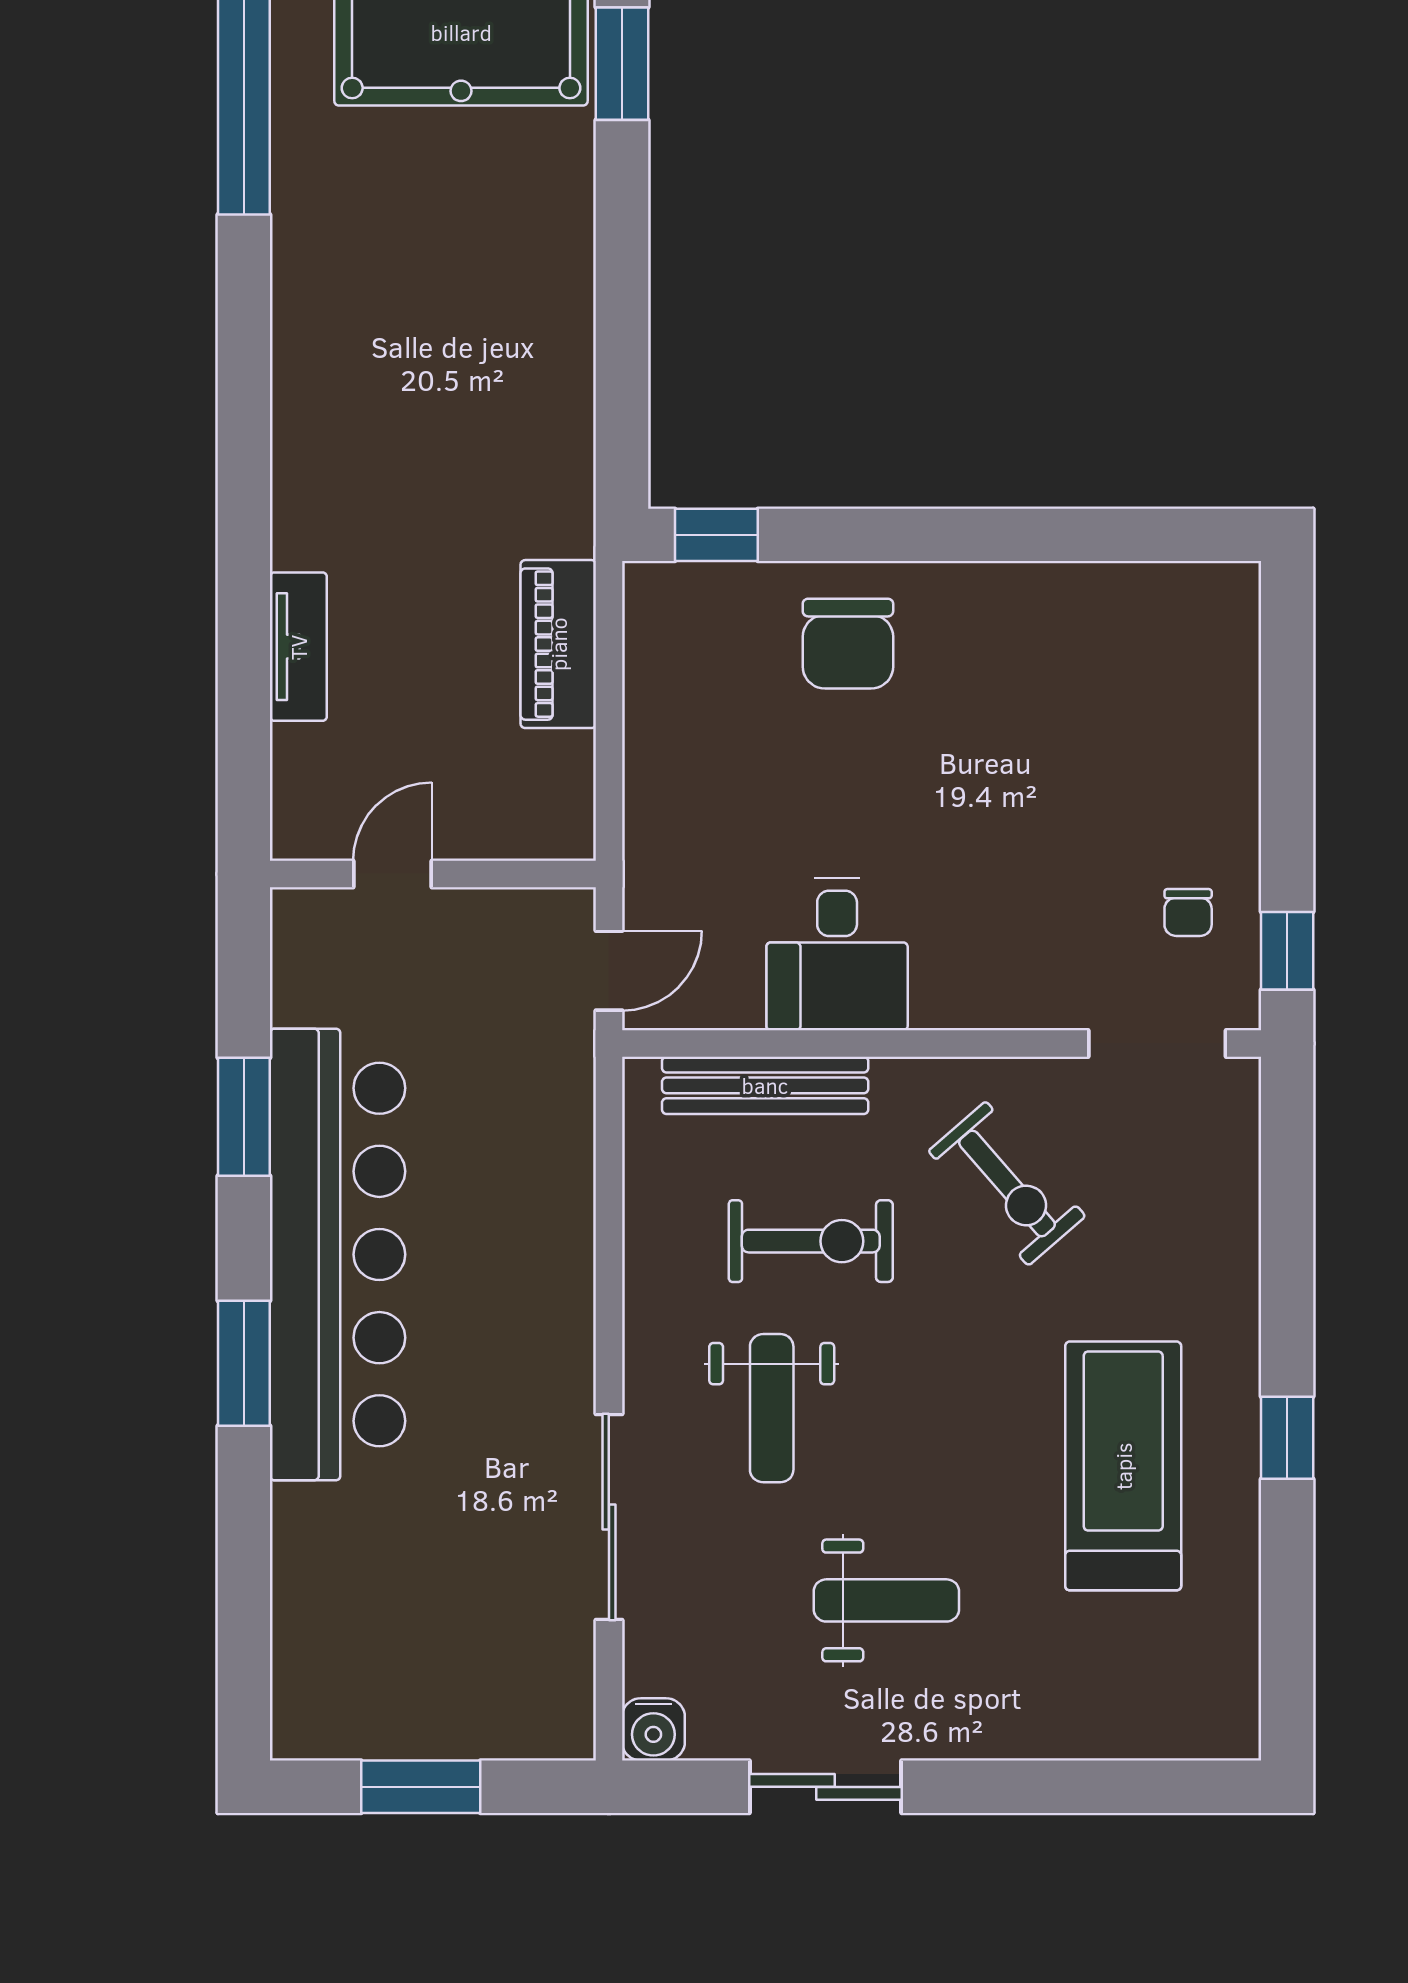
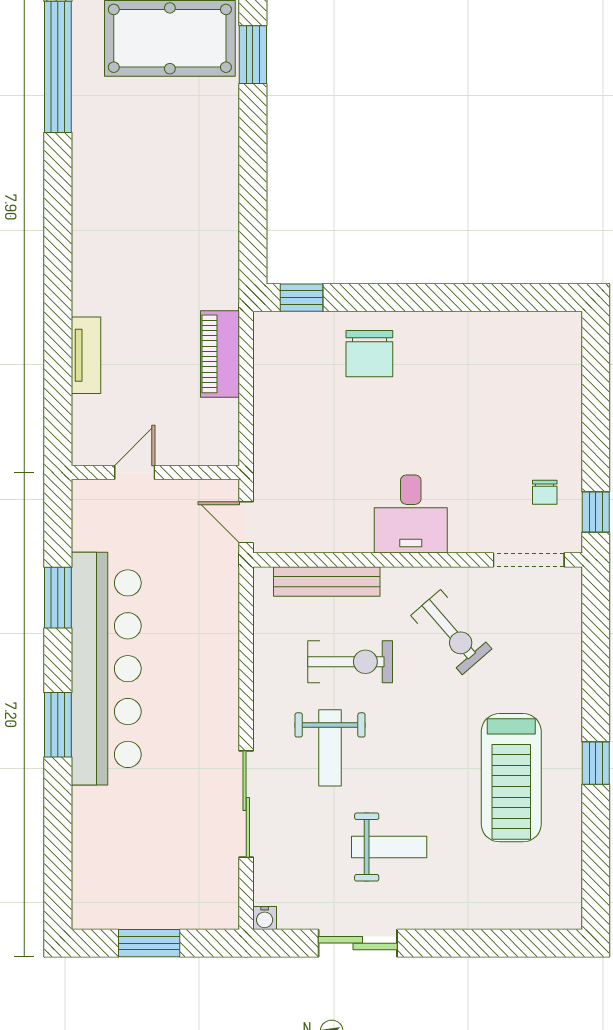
desk: (837, 954) -> (411, 514), moved
door: (609, 971) -> (246, 522), swing flipped
treadmill: (1123, 1466) -> (511, 778), turned 180
water cooler: (653, 1729) -> (265, 918), width x0.72, depth x0.72

